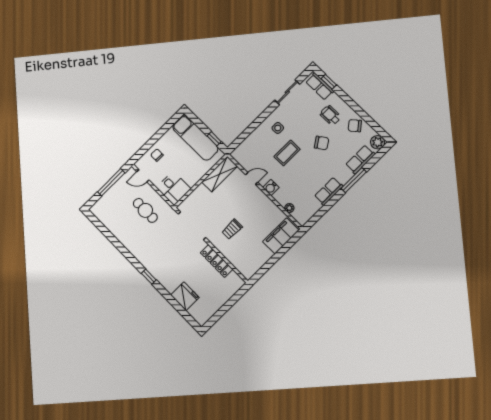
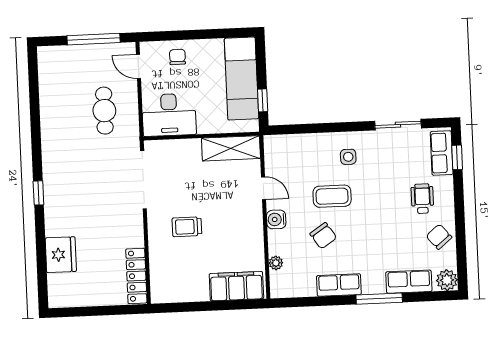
chair: (322, 143) -> (323, 236), moved
desk: (174, 188) -> (169, 115), width x1.37
locker: (217, 261) -> (136, 276), moved

